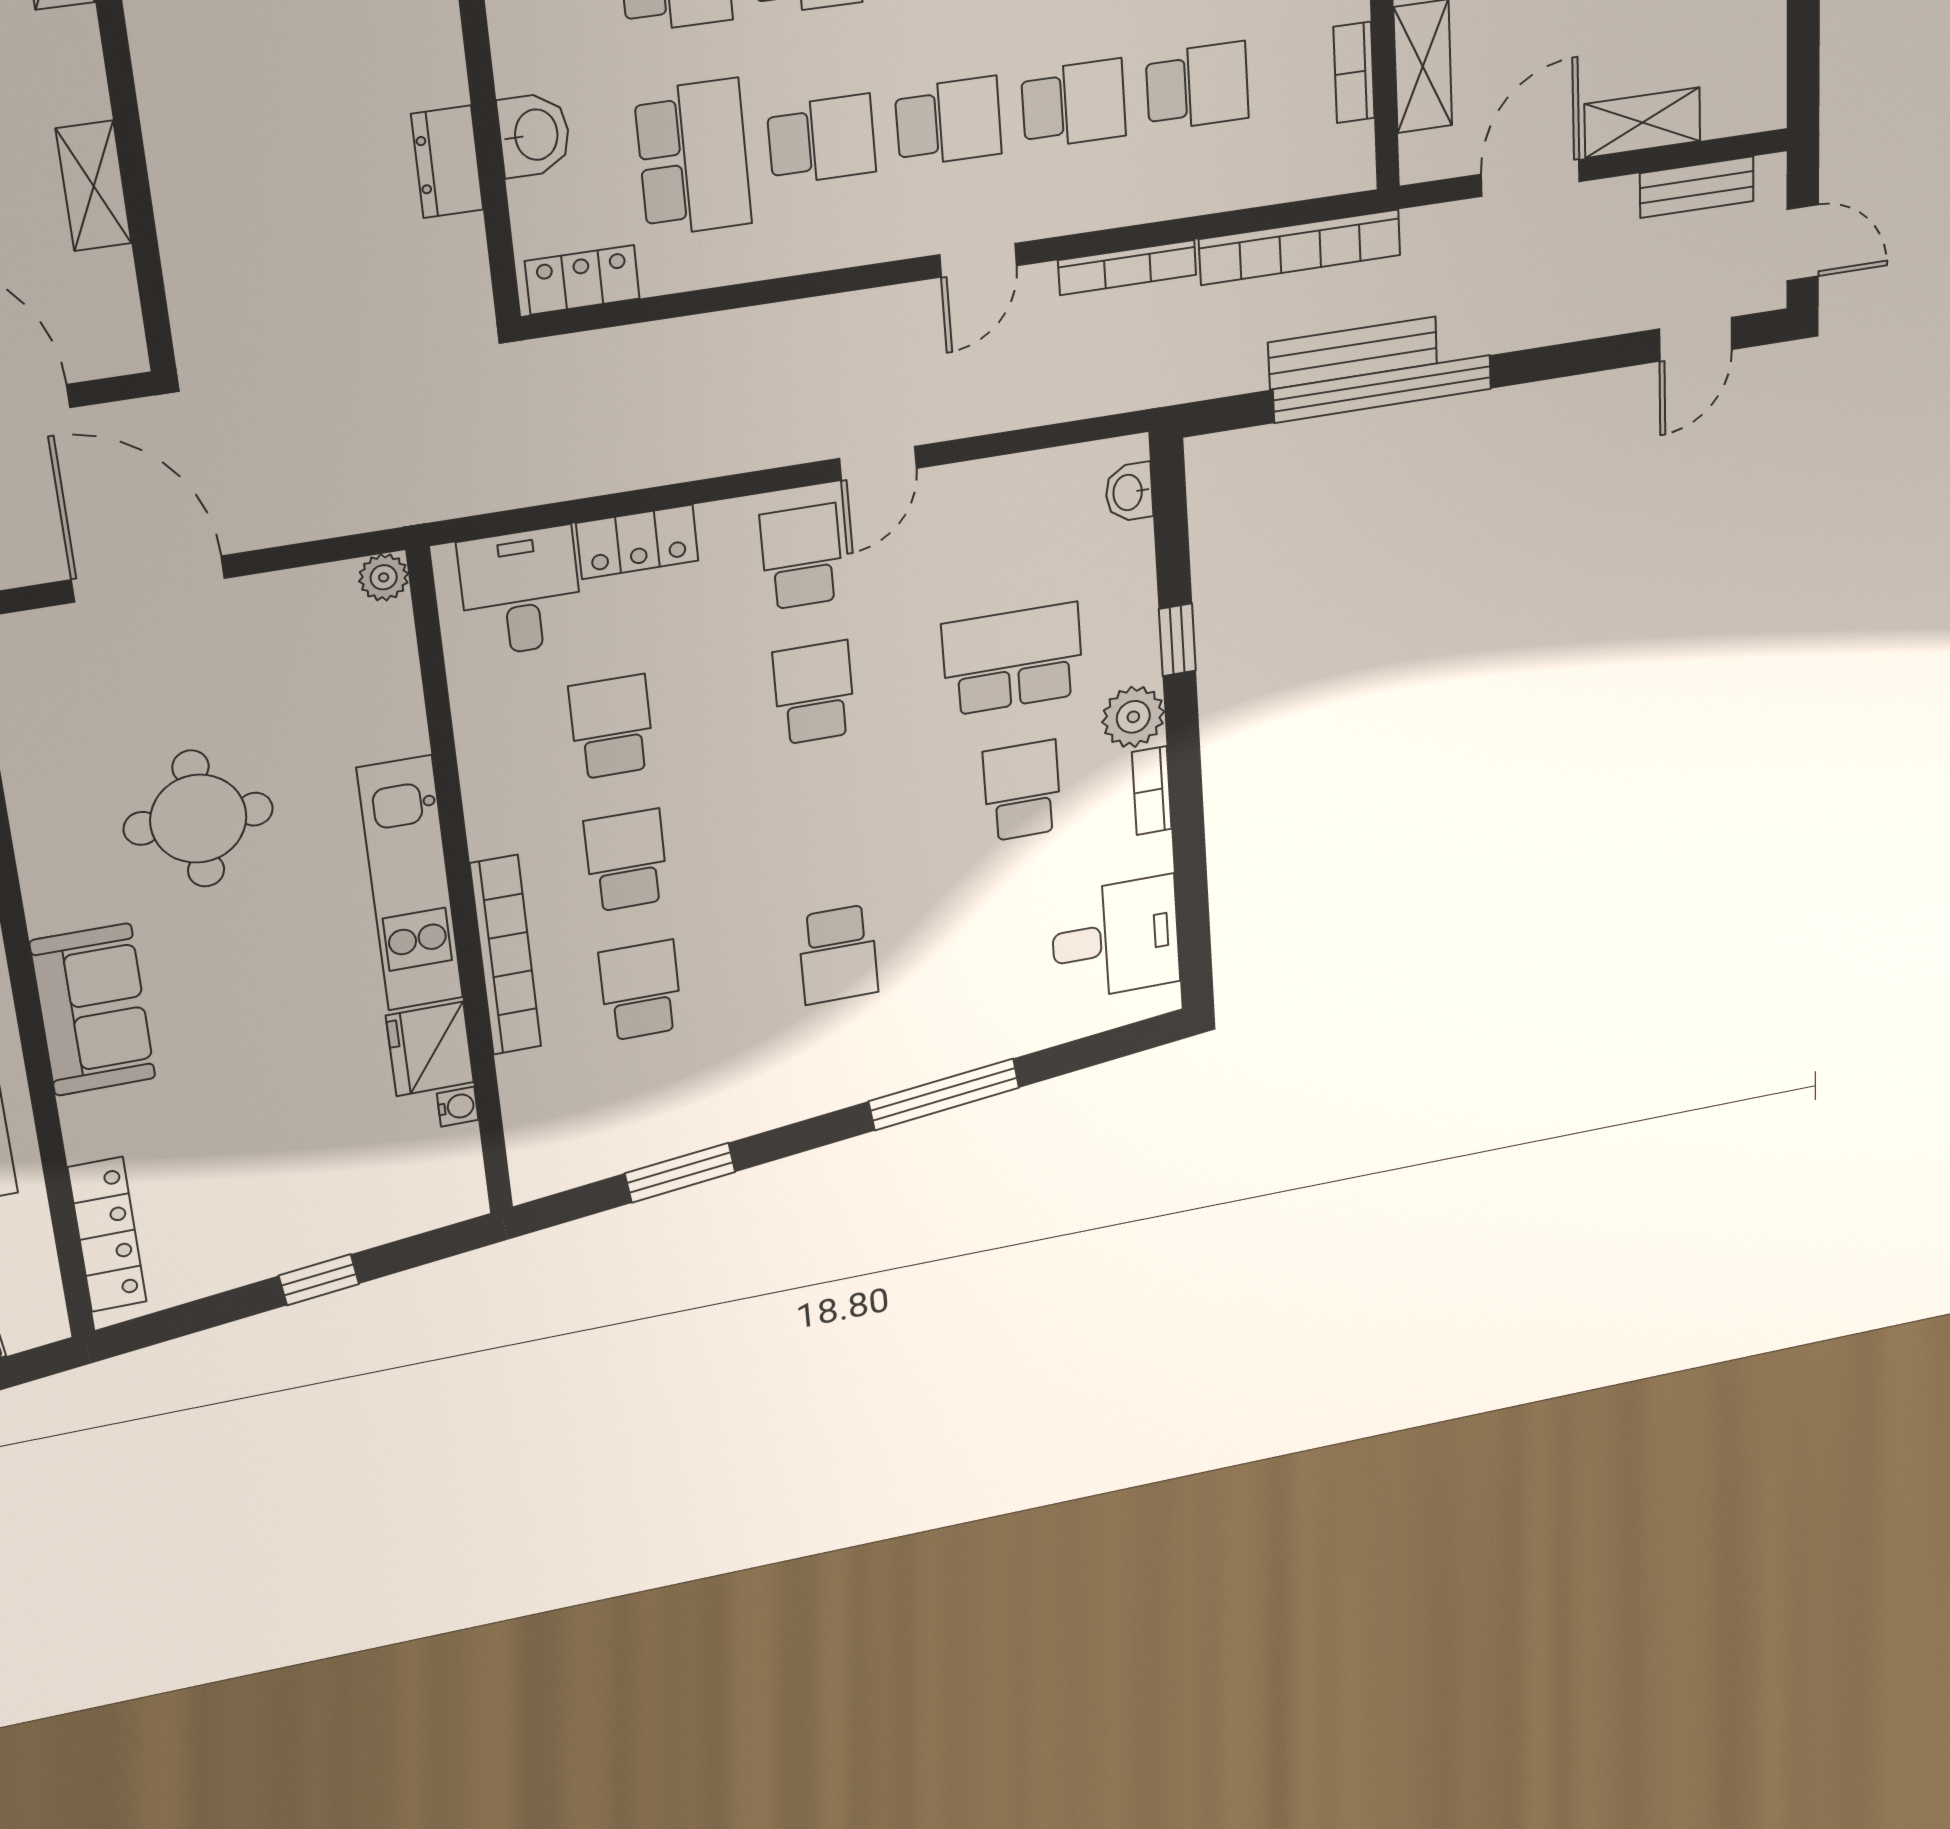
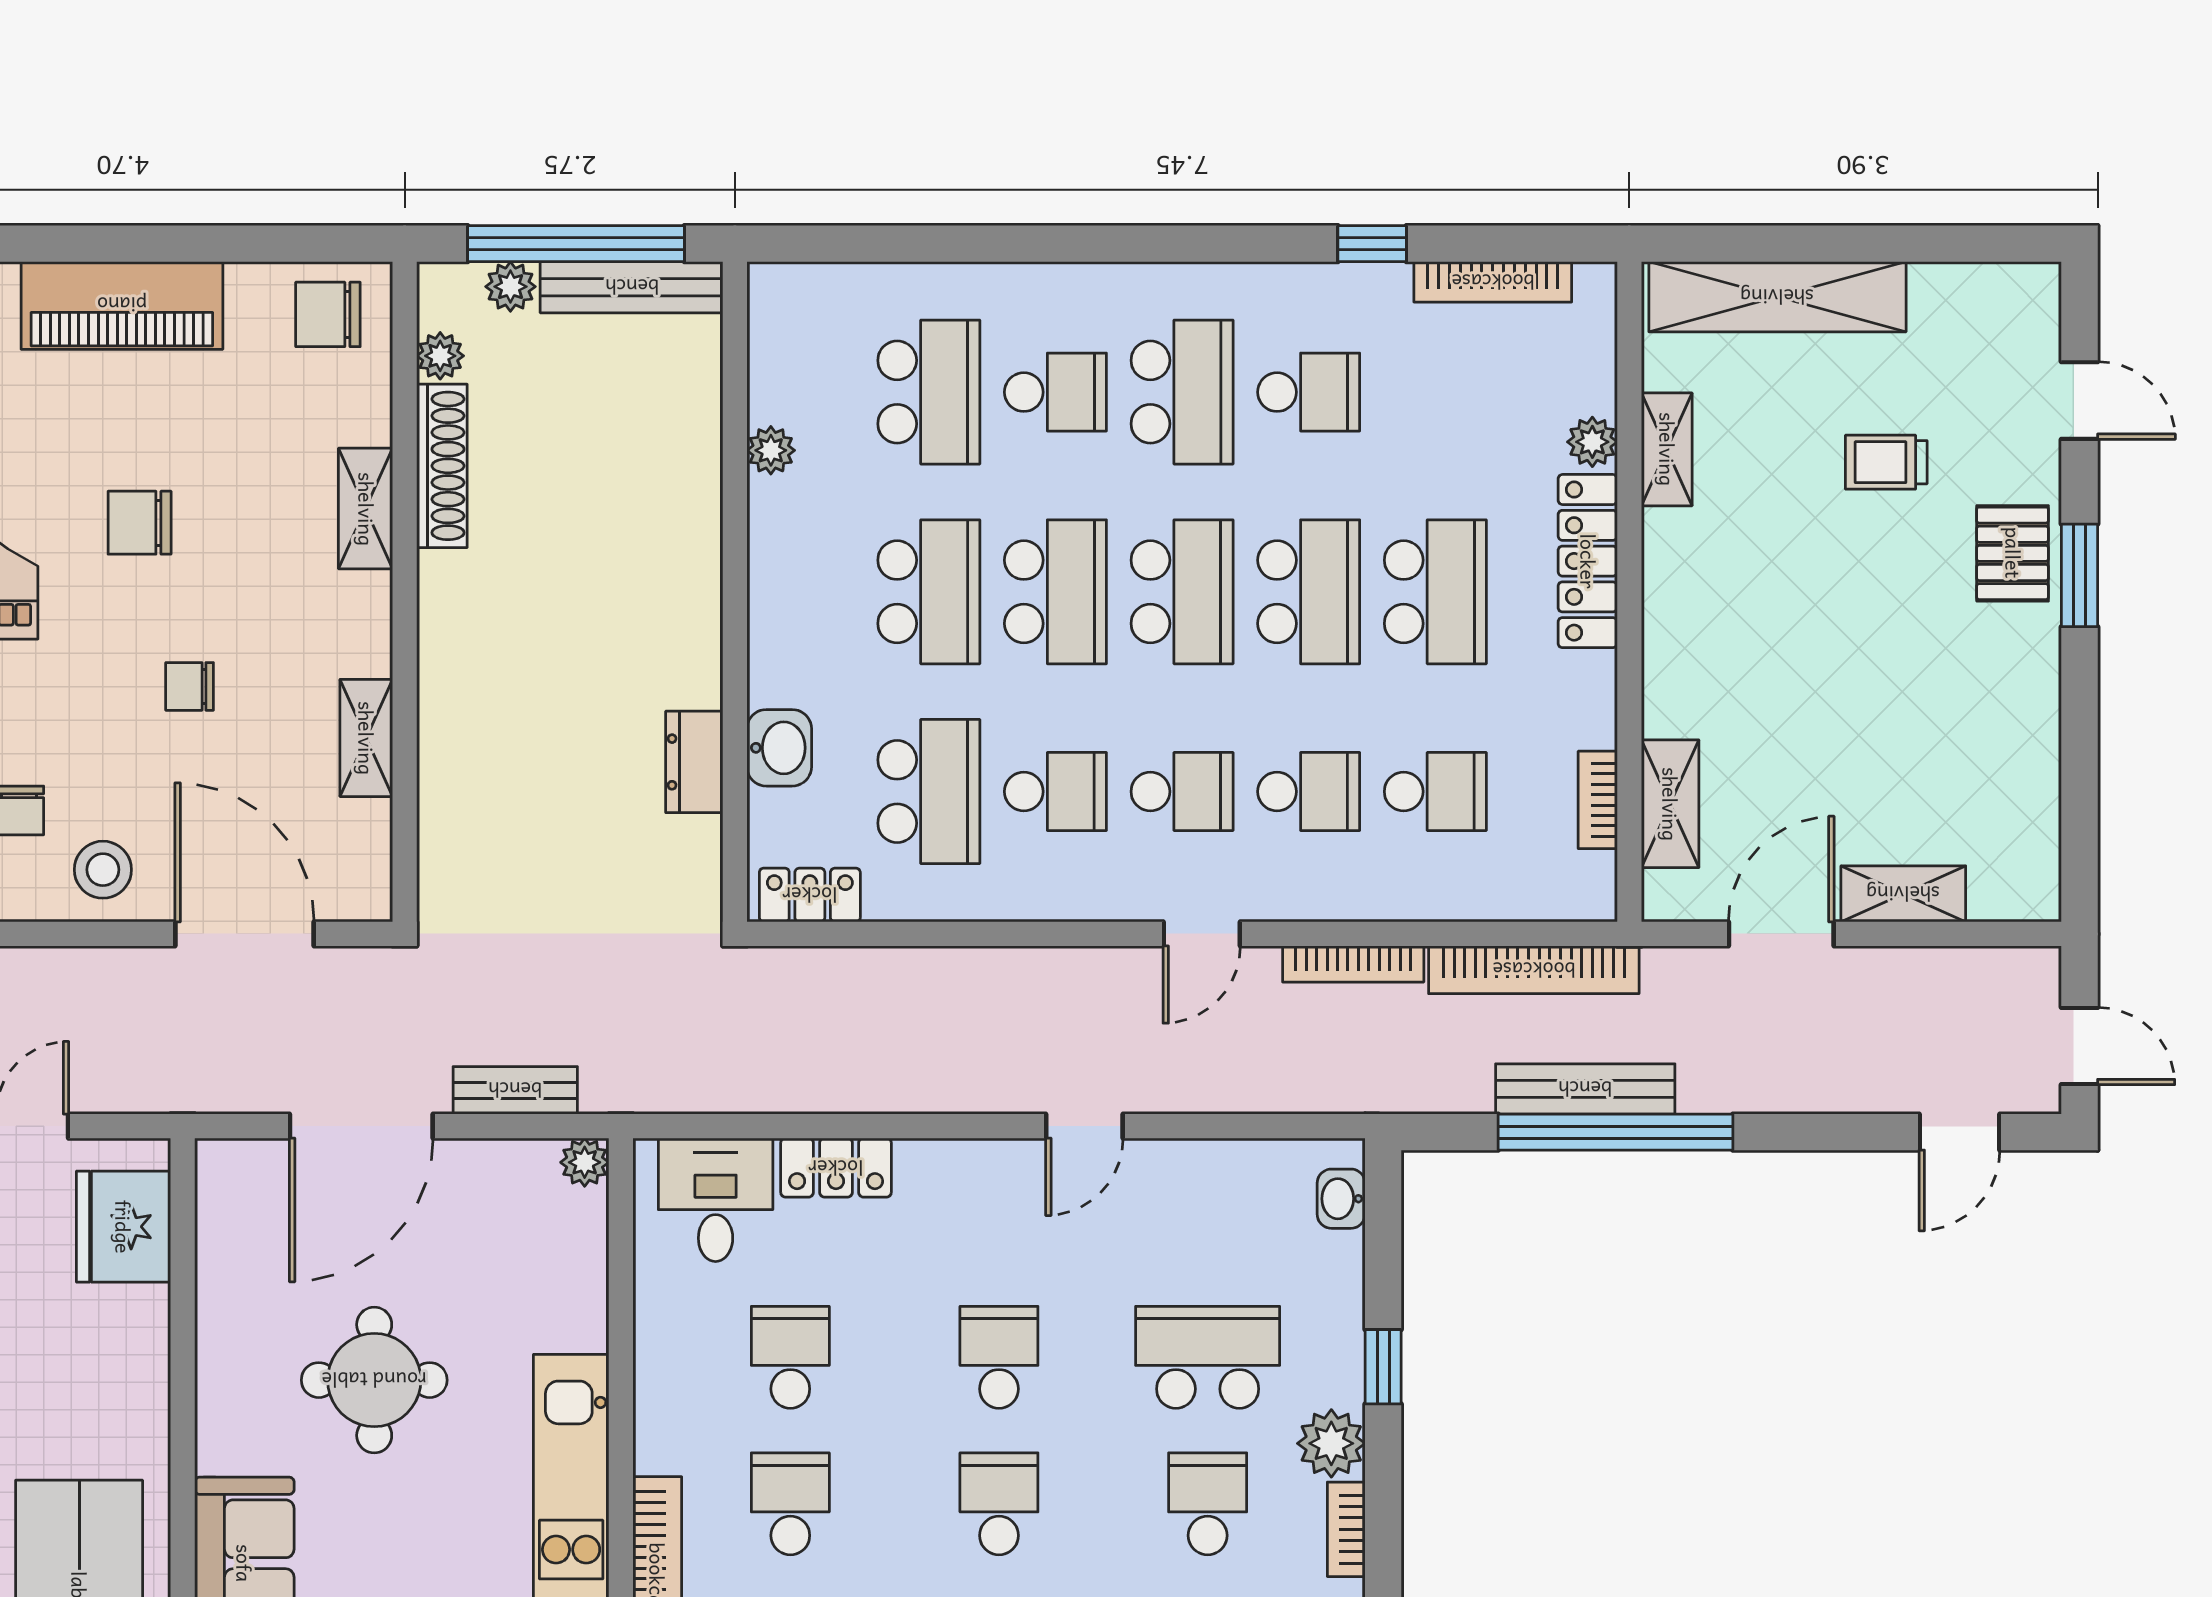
bench: (1697, 187) -> (515, 1090), moved
school desk: (802, 557) -> (999, 1504), moved
door: (148, 579) -> (361, 1126), swing flipped

